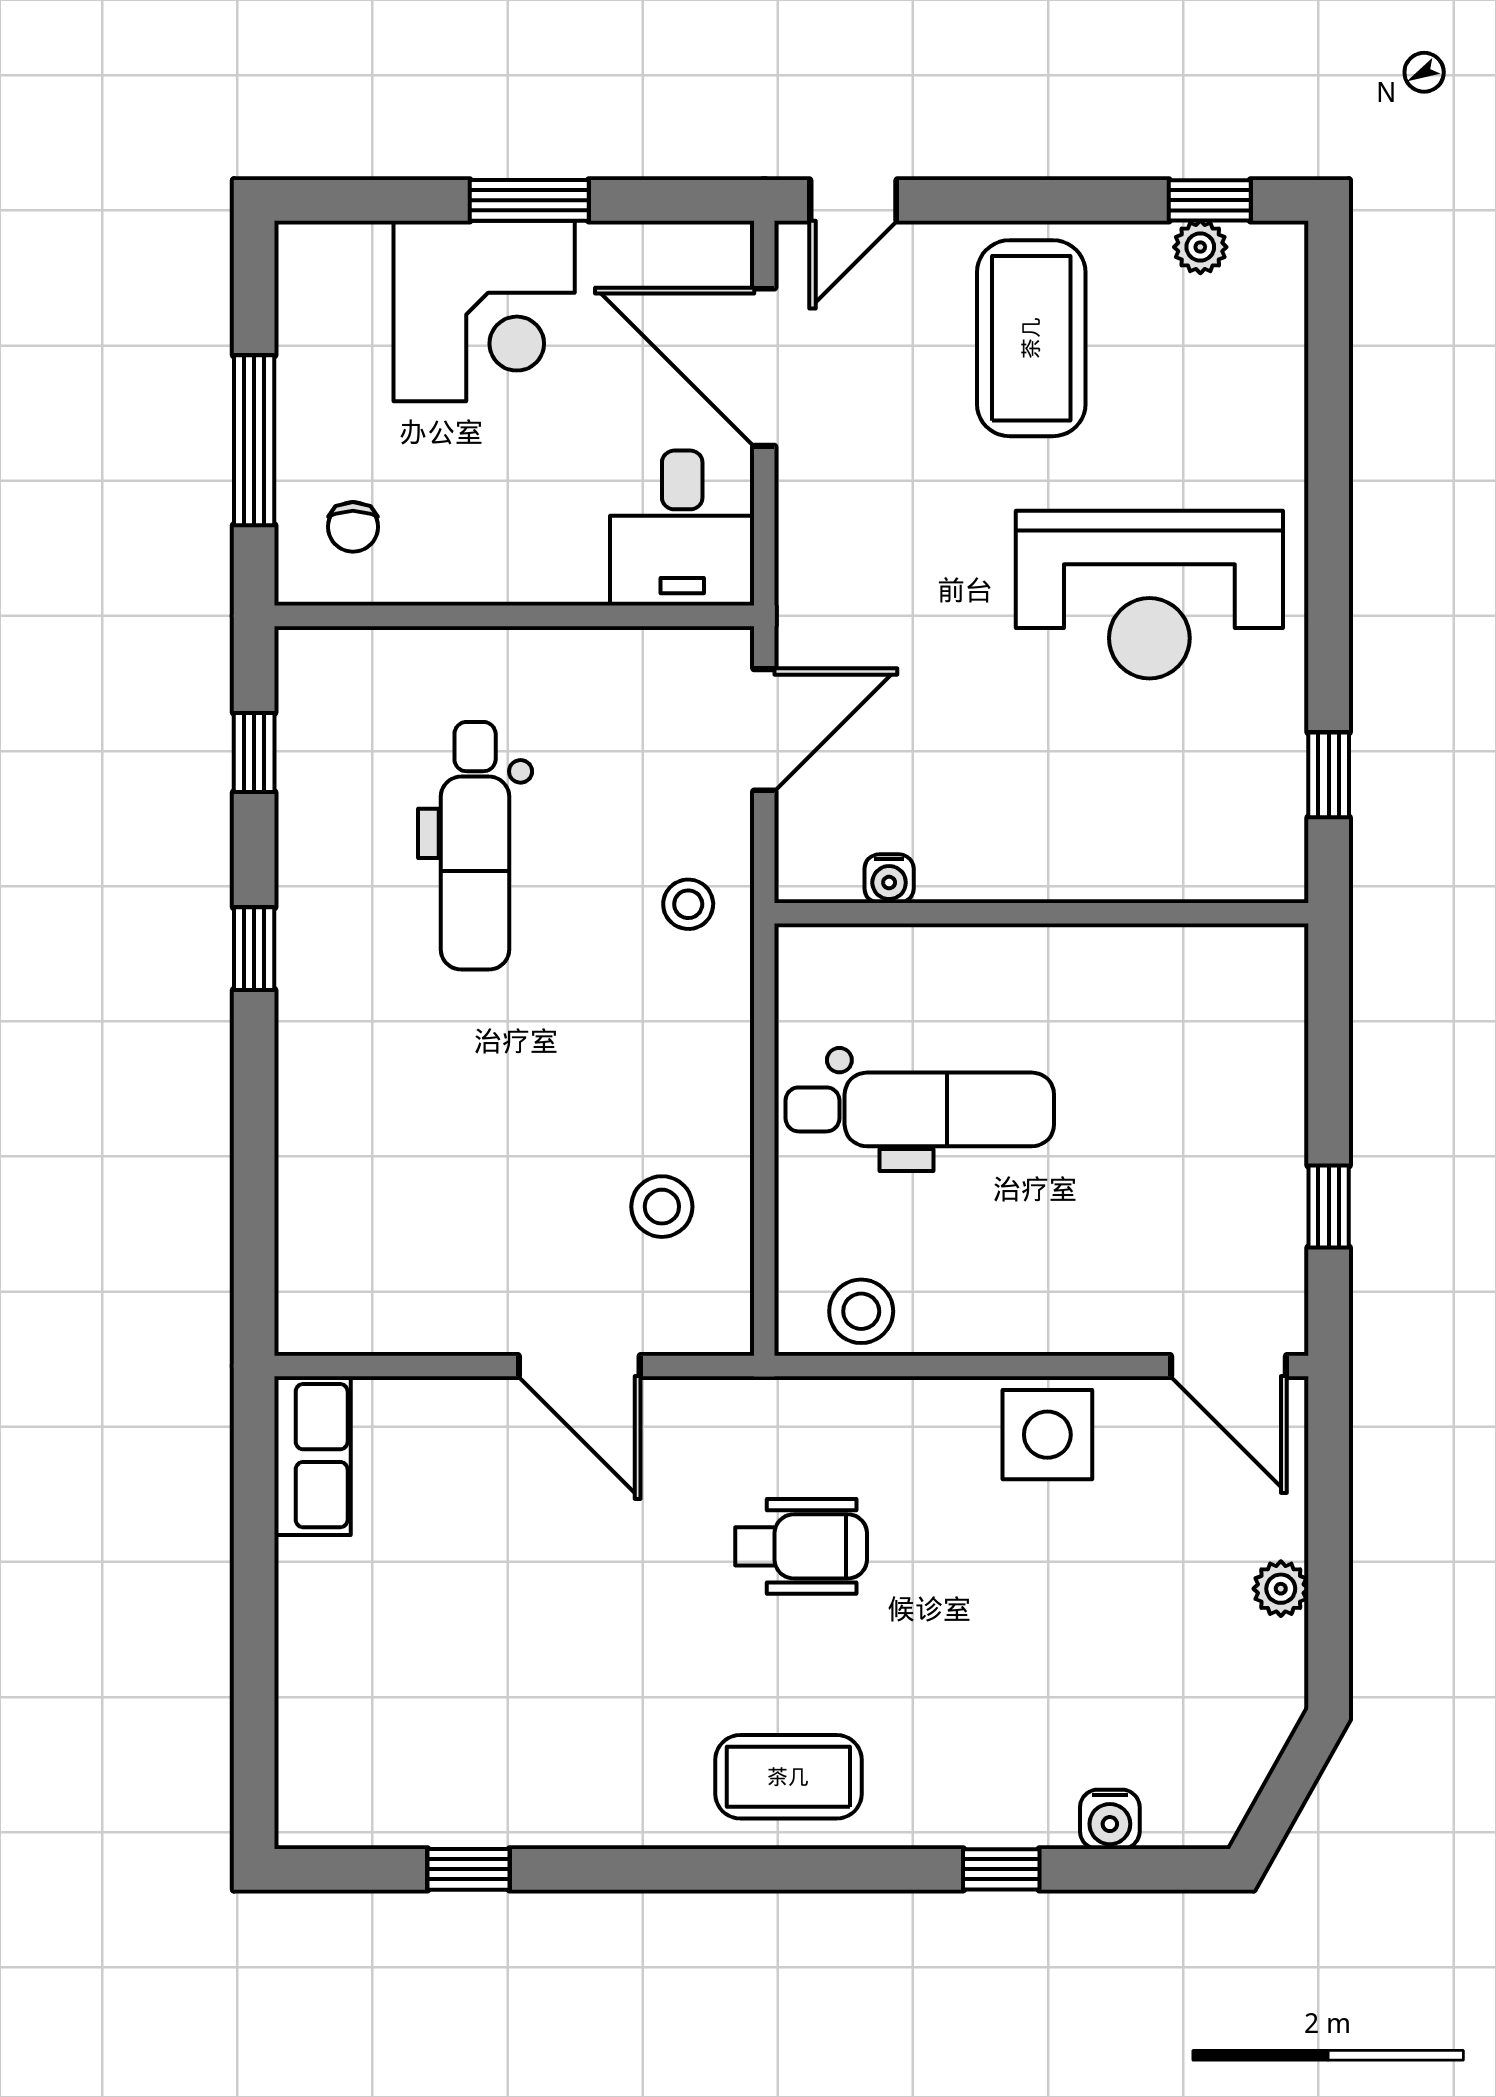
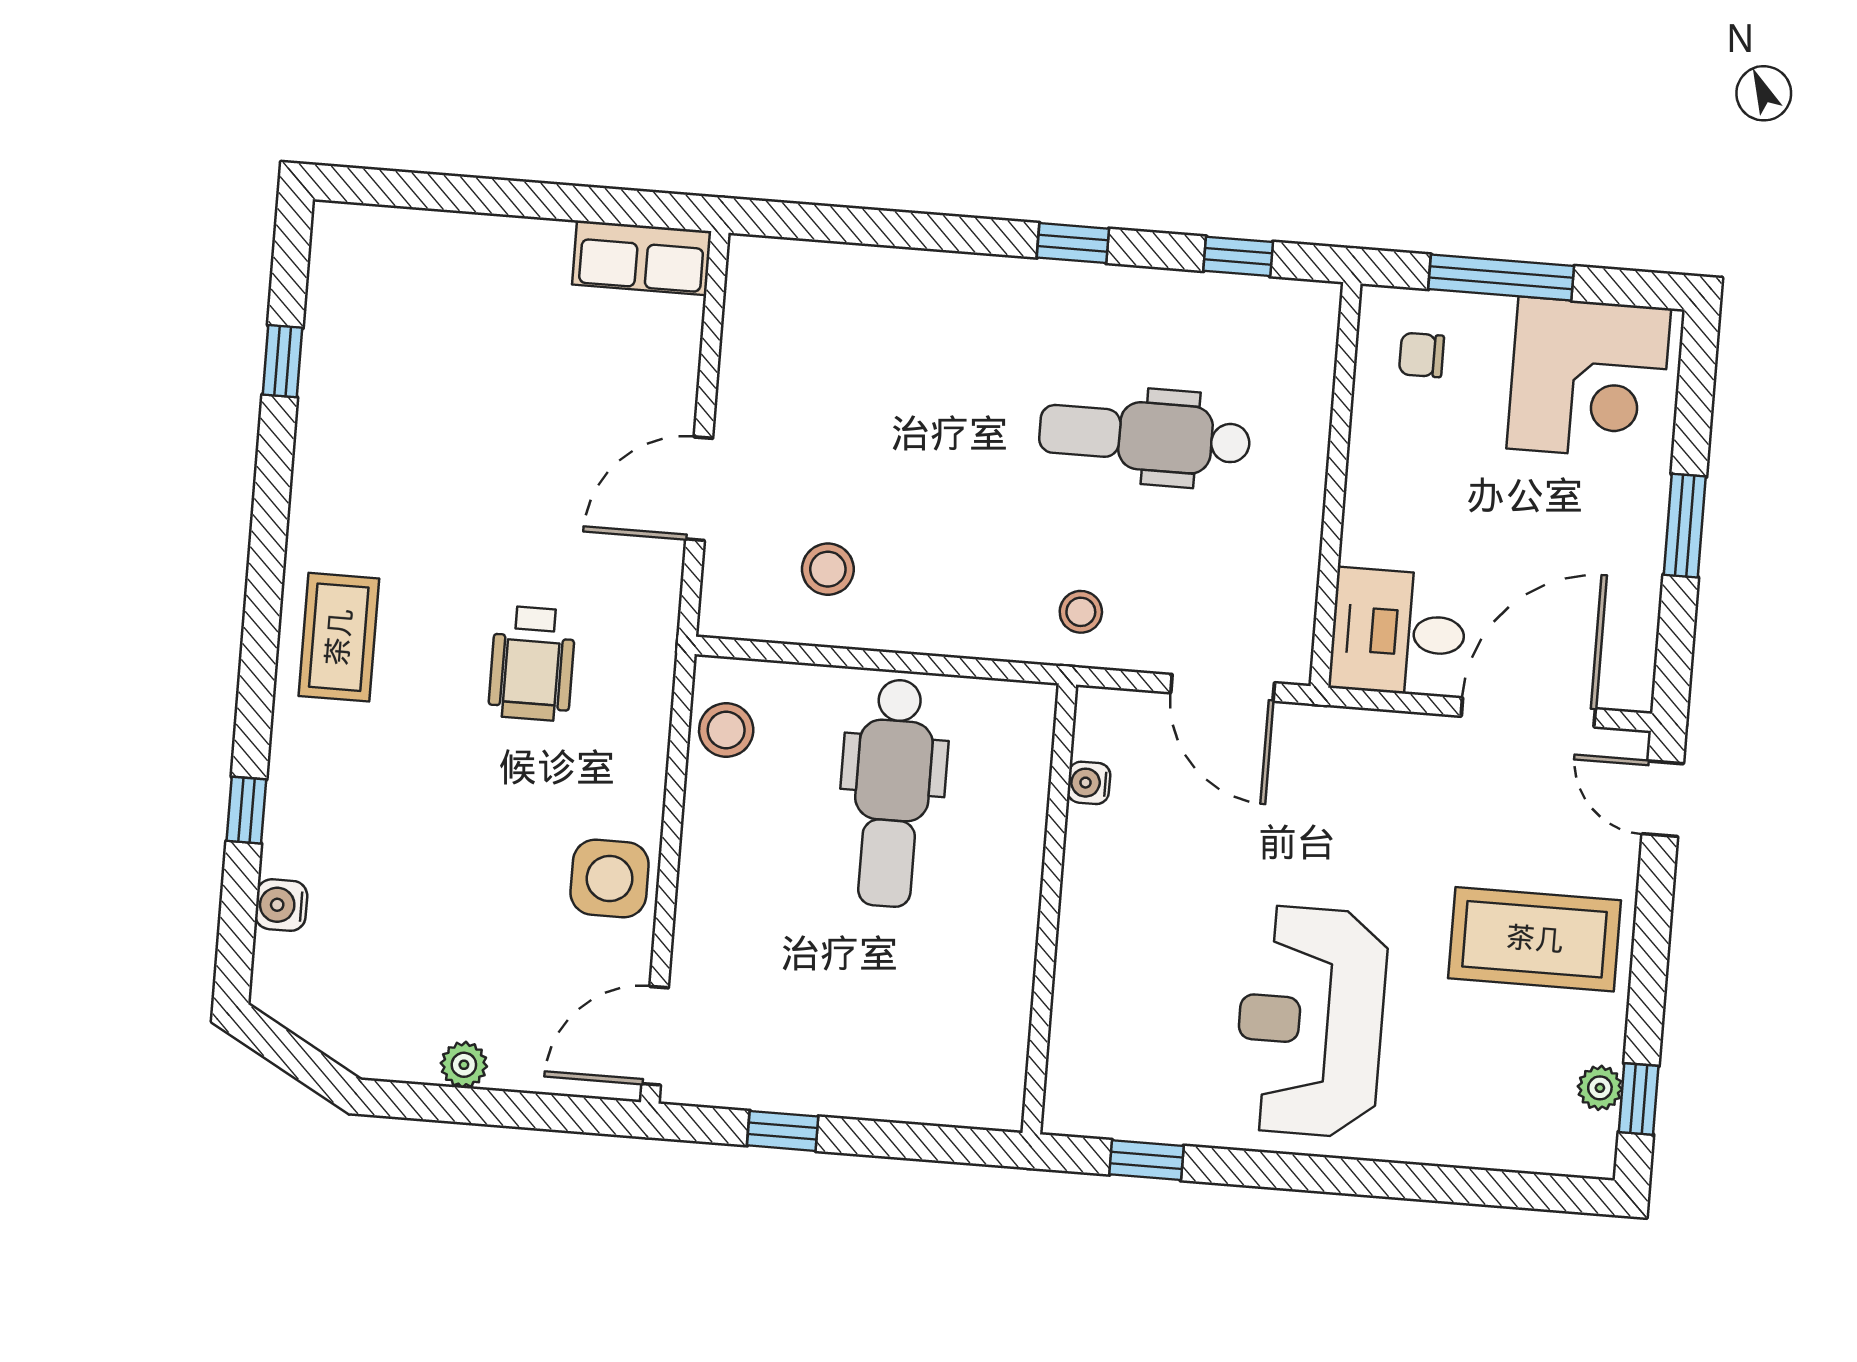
corner desk: (484, 311) -> (1589, 379), moved, turned -90

